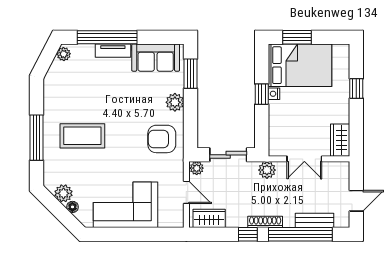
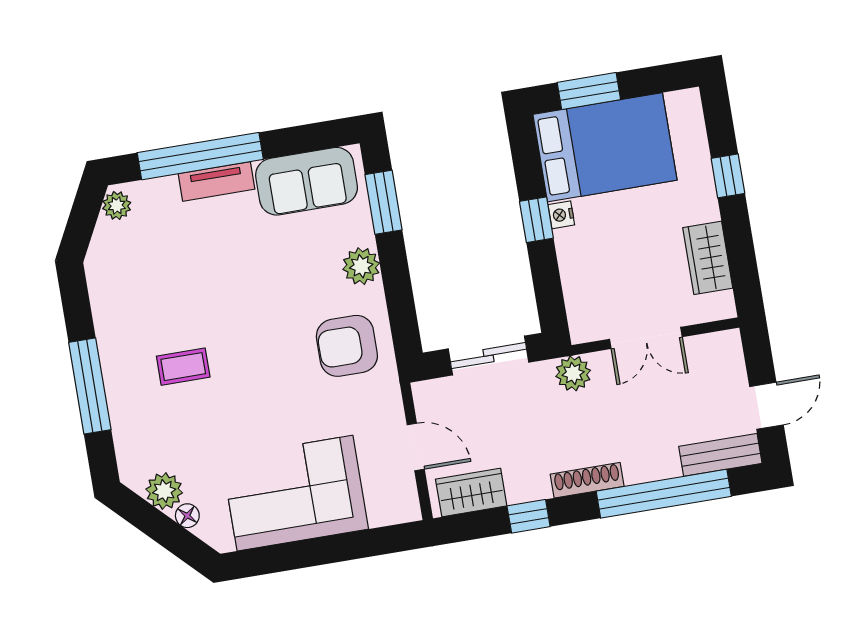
coffee table: (82, 136) -> (183, 367), width x0.54, depth x0.58
wardrobe: (340, 140) -> (708, 258), moved
plant: (197, 168) -> (428, 394), removed
bench: (315, 220) -> (720, 455), moved
window: (248, 234) -> (529, 516), moved

